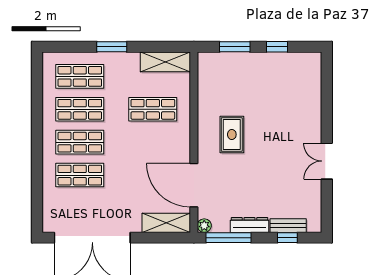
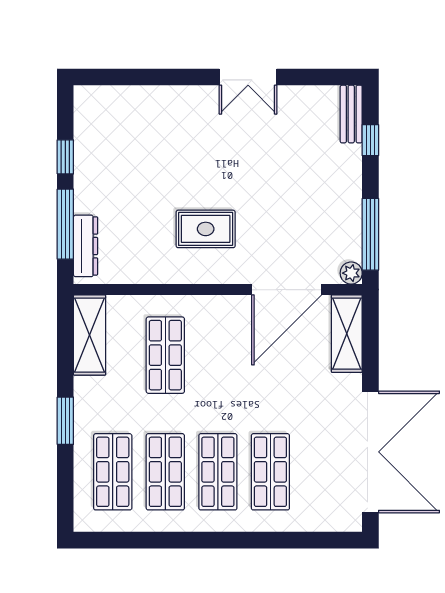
window: (235, 47) -> (65, 224), width x1.44
dresser: (250, 225) -> (85, 246), moved, turned 180
bench: (288, 226) -> (351, 114), moved

